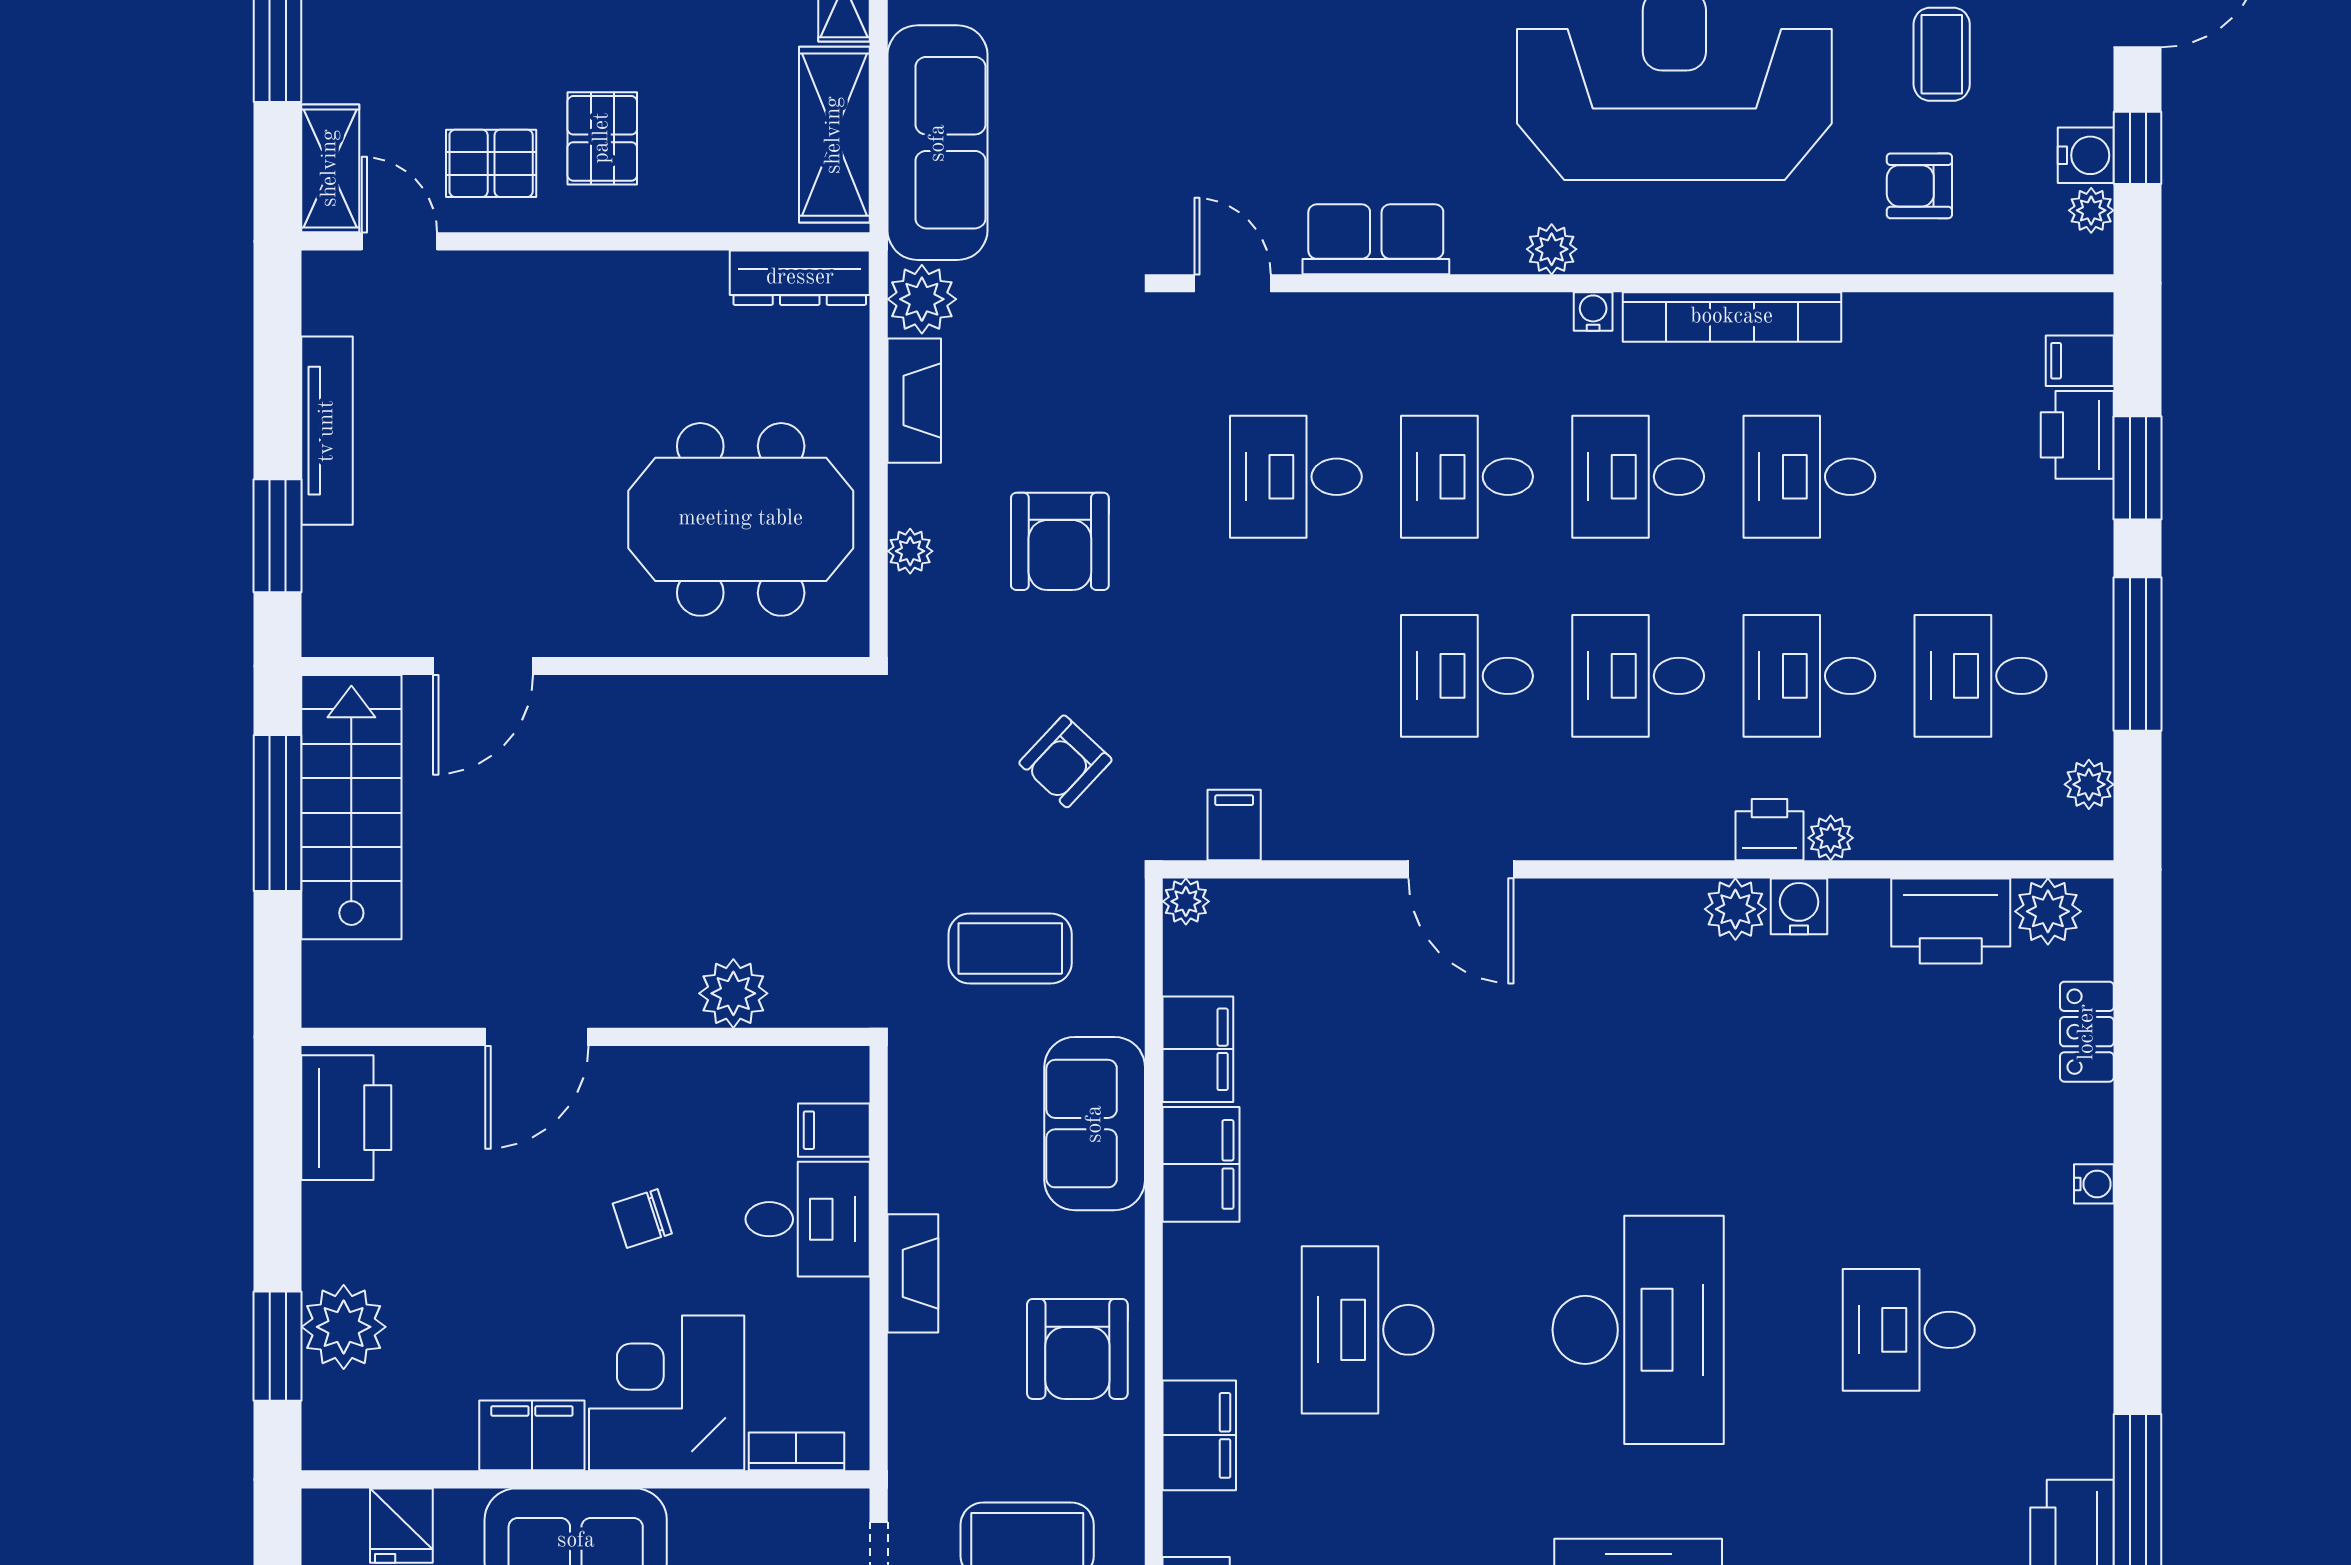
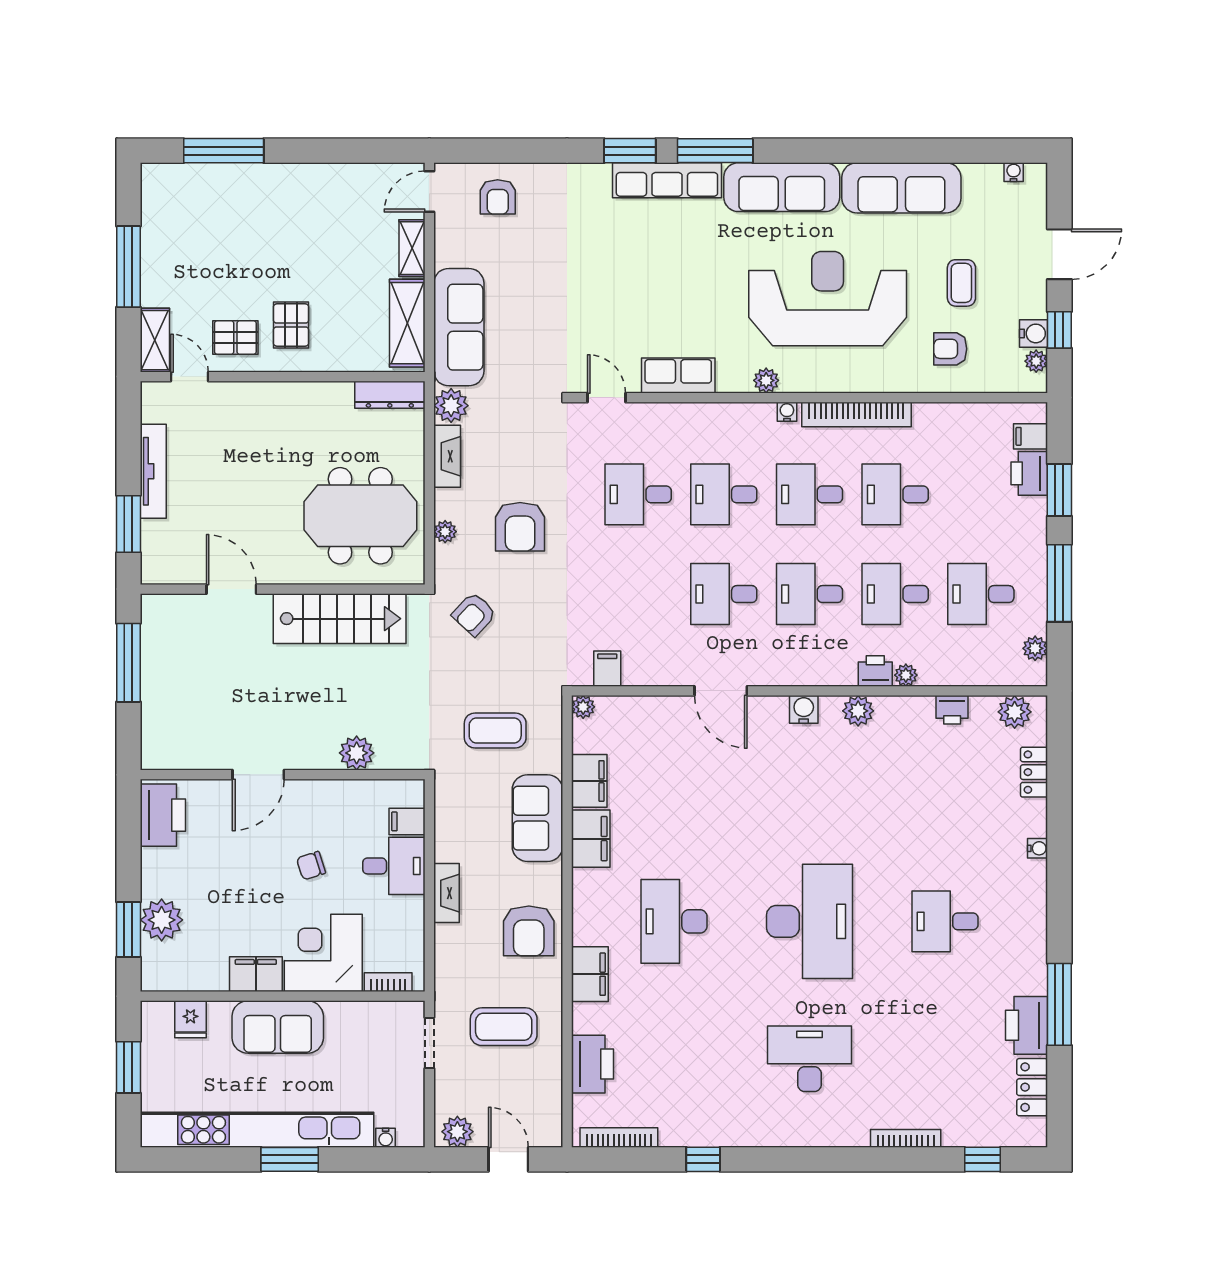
door: (483, 666) -> (231, 589), swing flipped
armchair: (1065, 761) -> (474, 614), moved
stairs: (351, 807) -> (340, 619), moved, turned 90
water cooler: (1799, 906) -> (804, 709), moved
printer: (1951, 921) -> (952, 710), width x0.53, depth x0.68

